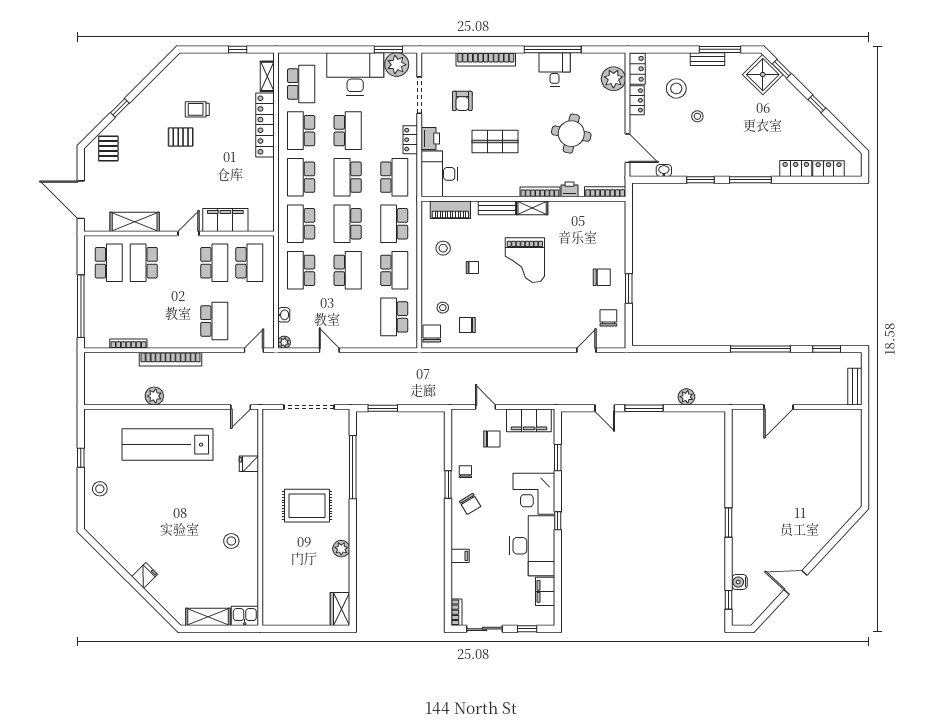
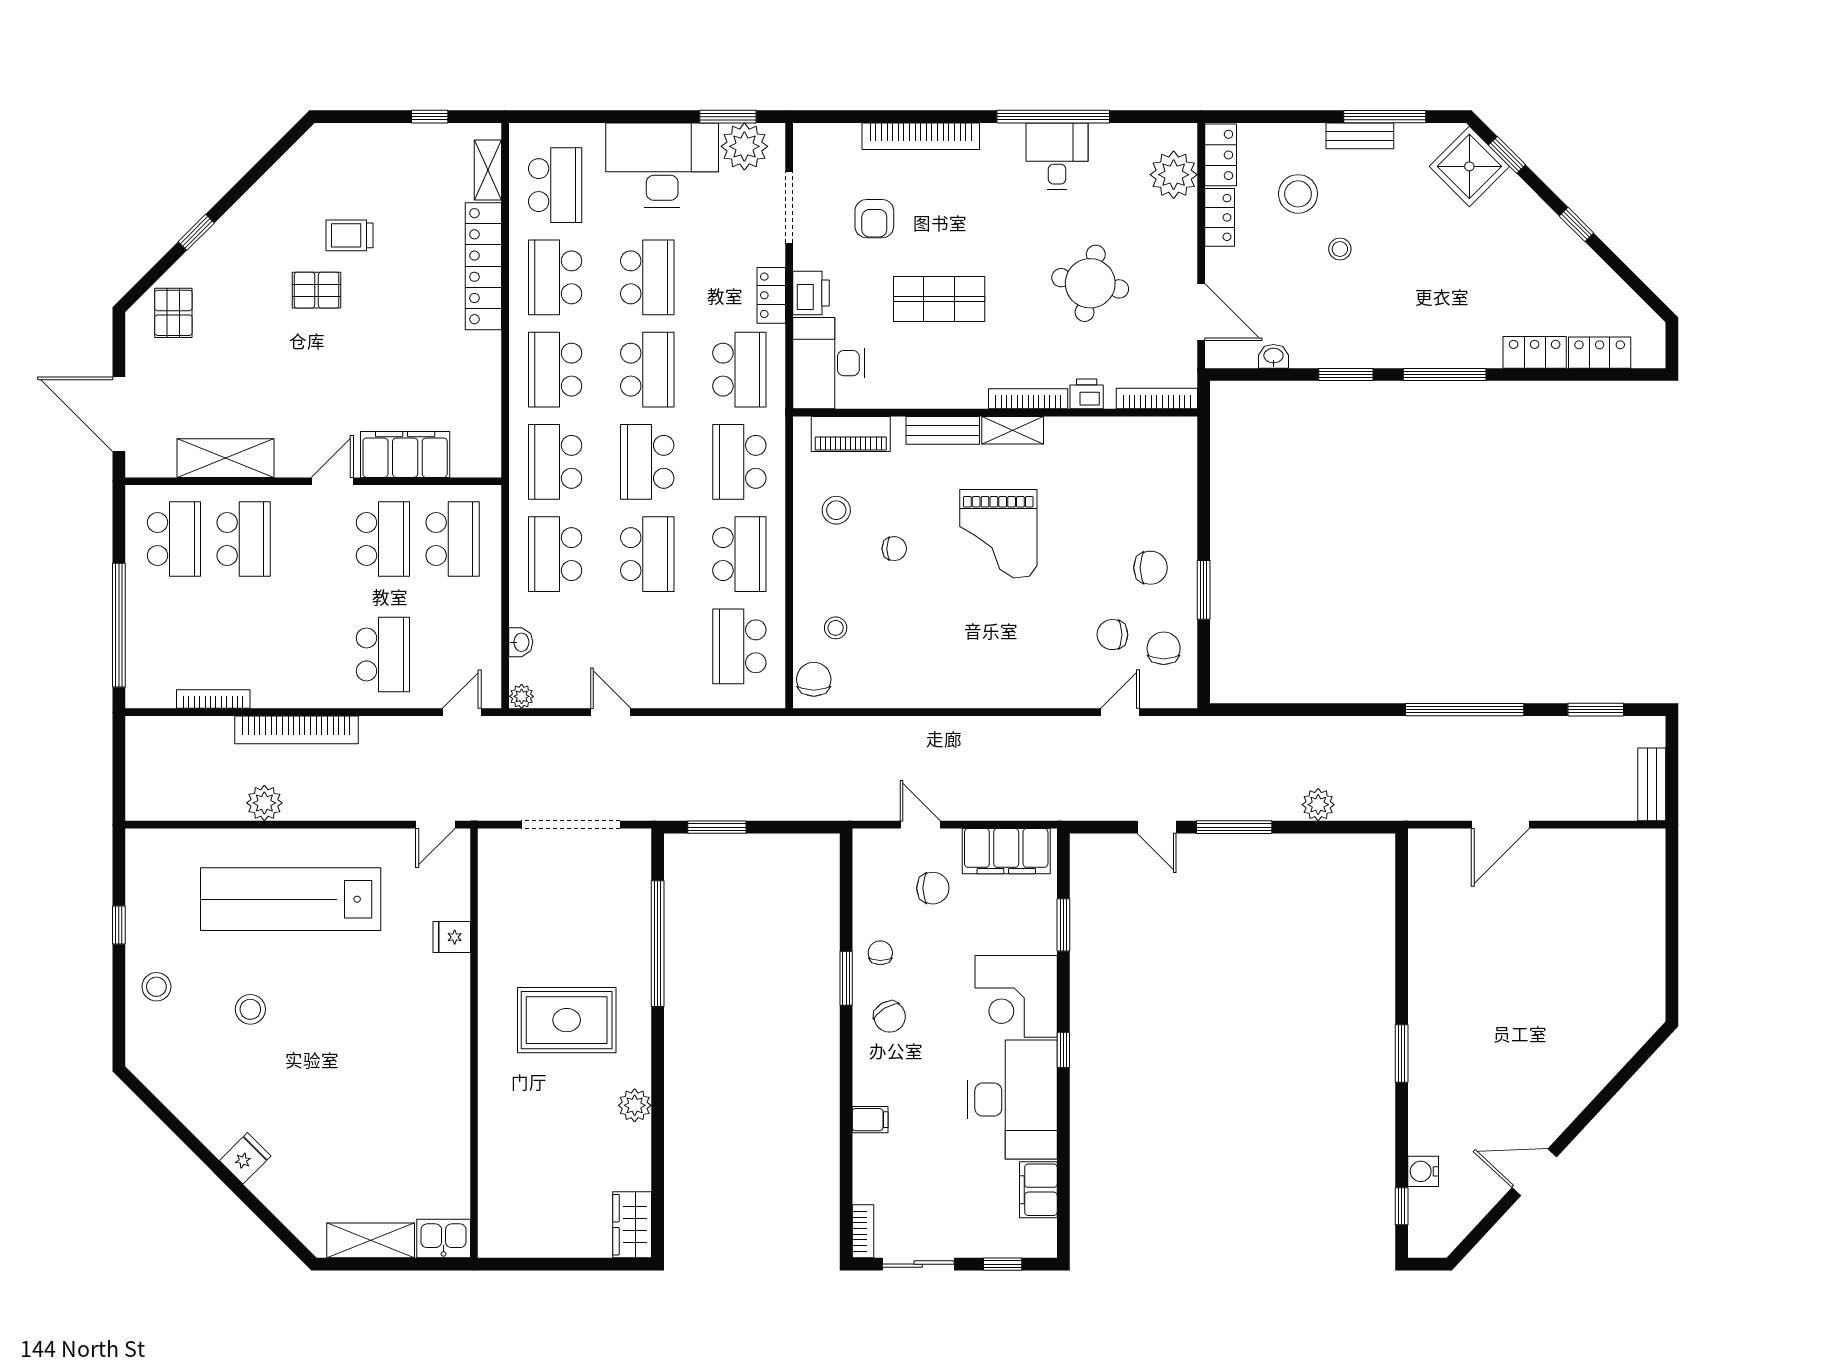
school desk: (348, 177) -> (647, 370), turned 180
school desk: (144, 263) -> (244, 539), turned 180
chair: (467, 325) -> (1112, 635), moved
stool: (231, 541) -> (250, 1009), moved

